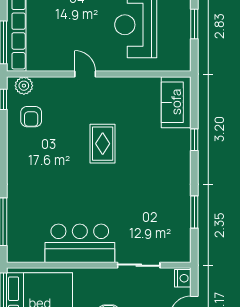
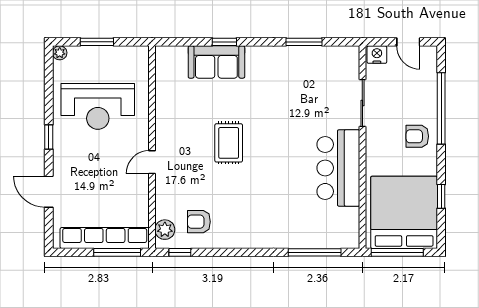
sofa: (176, 102) -> (216, 62), moved
armchair: (31, 117) -> (199, 222), turned 180
rug: (103, 144) -> (229, 143), turned 90

